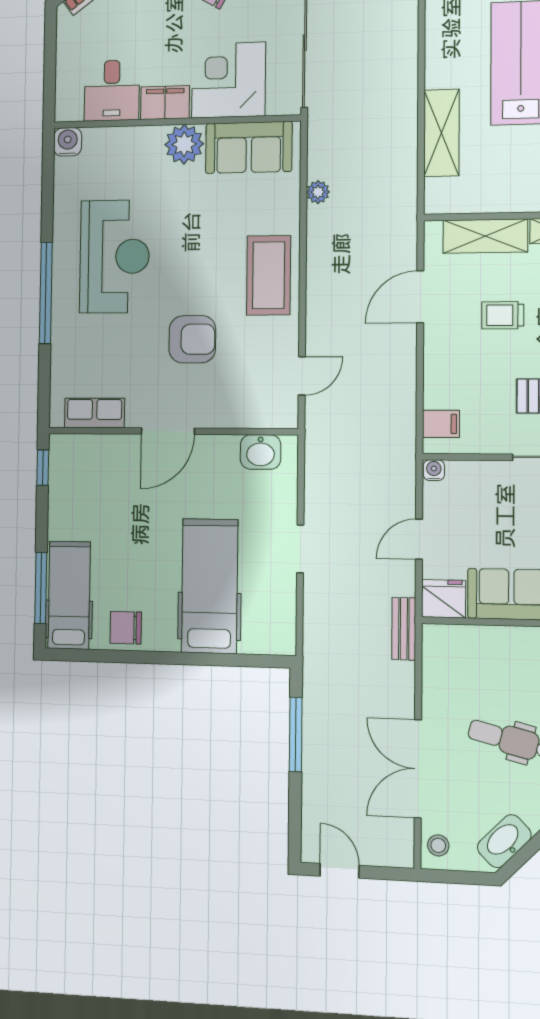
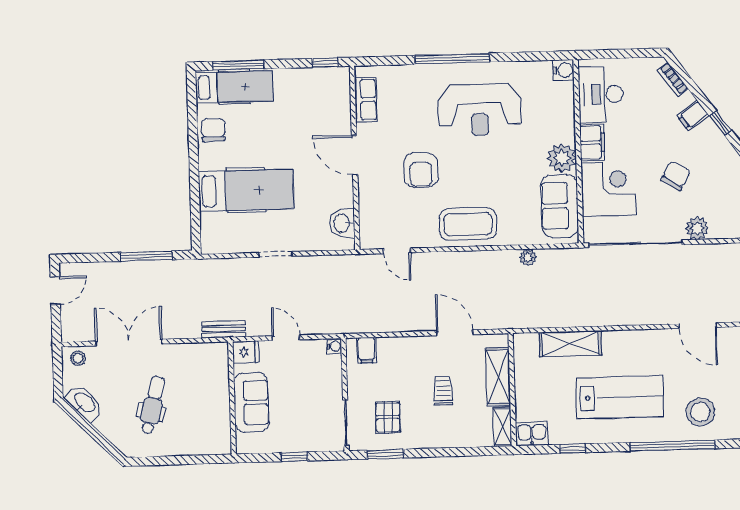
desk: (112, 91) -> (601, 94), width x1.37
fridge: (444, 599) -> (246, 352), width x0.72

